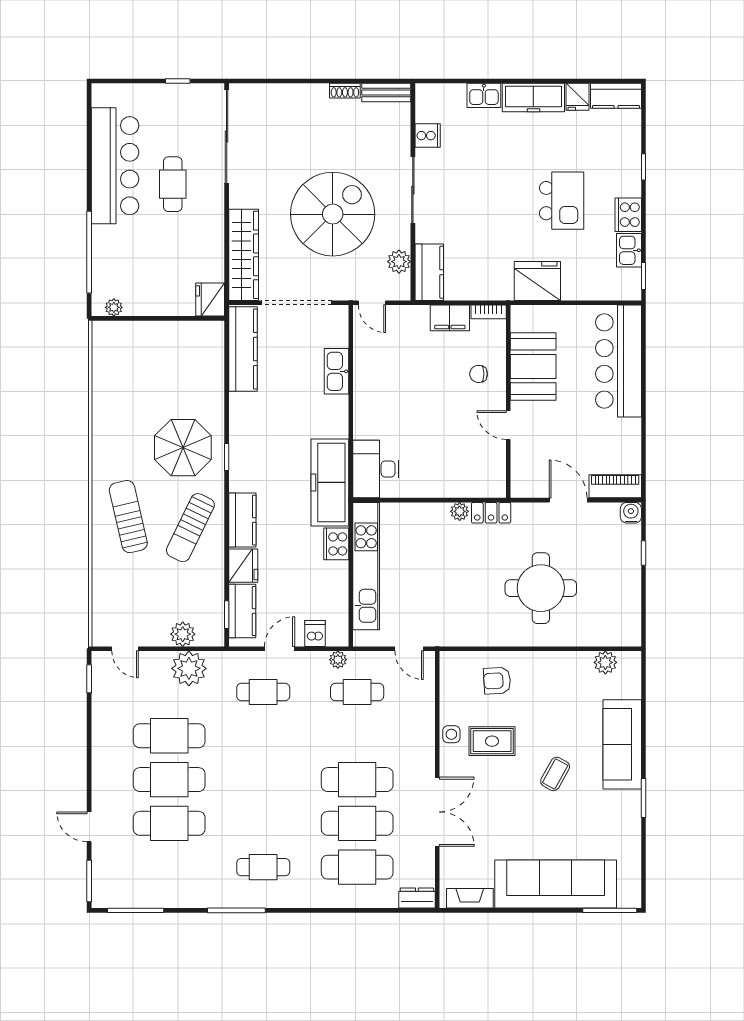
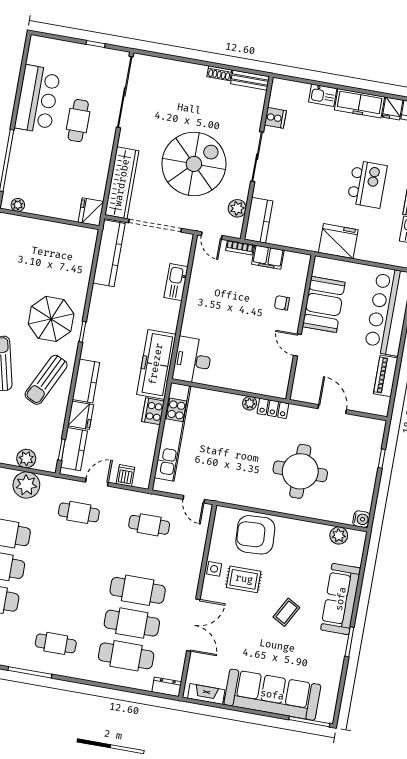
bar counter: (115, 166) -> (37, 99), width x0.73
bookcase: (489, 312) -> (240, 248), moved
piano: (615, 486) -> (386, 376), moved, turned -90
water cooler: (631, 513) -> (361, 519), moved, turned 90
plant: (338, 660) -> (139, 498), removed
armchair: (497, 681) -> (255, 535), width x1.88, depth x1.88

